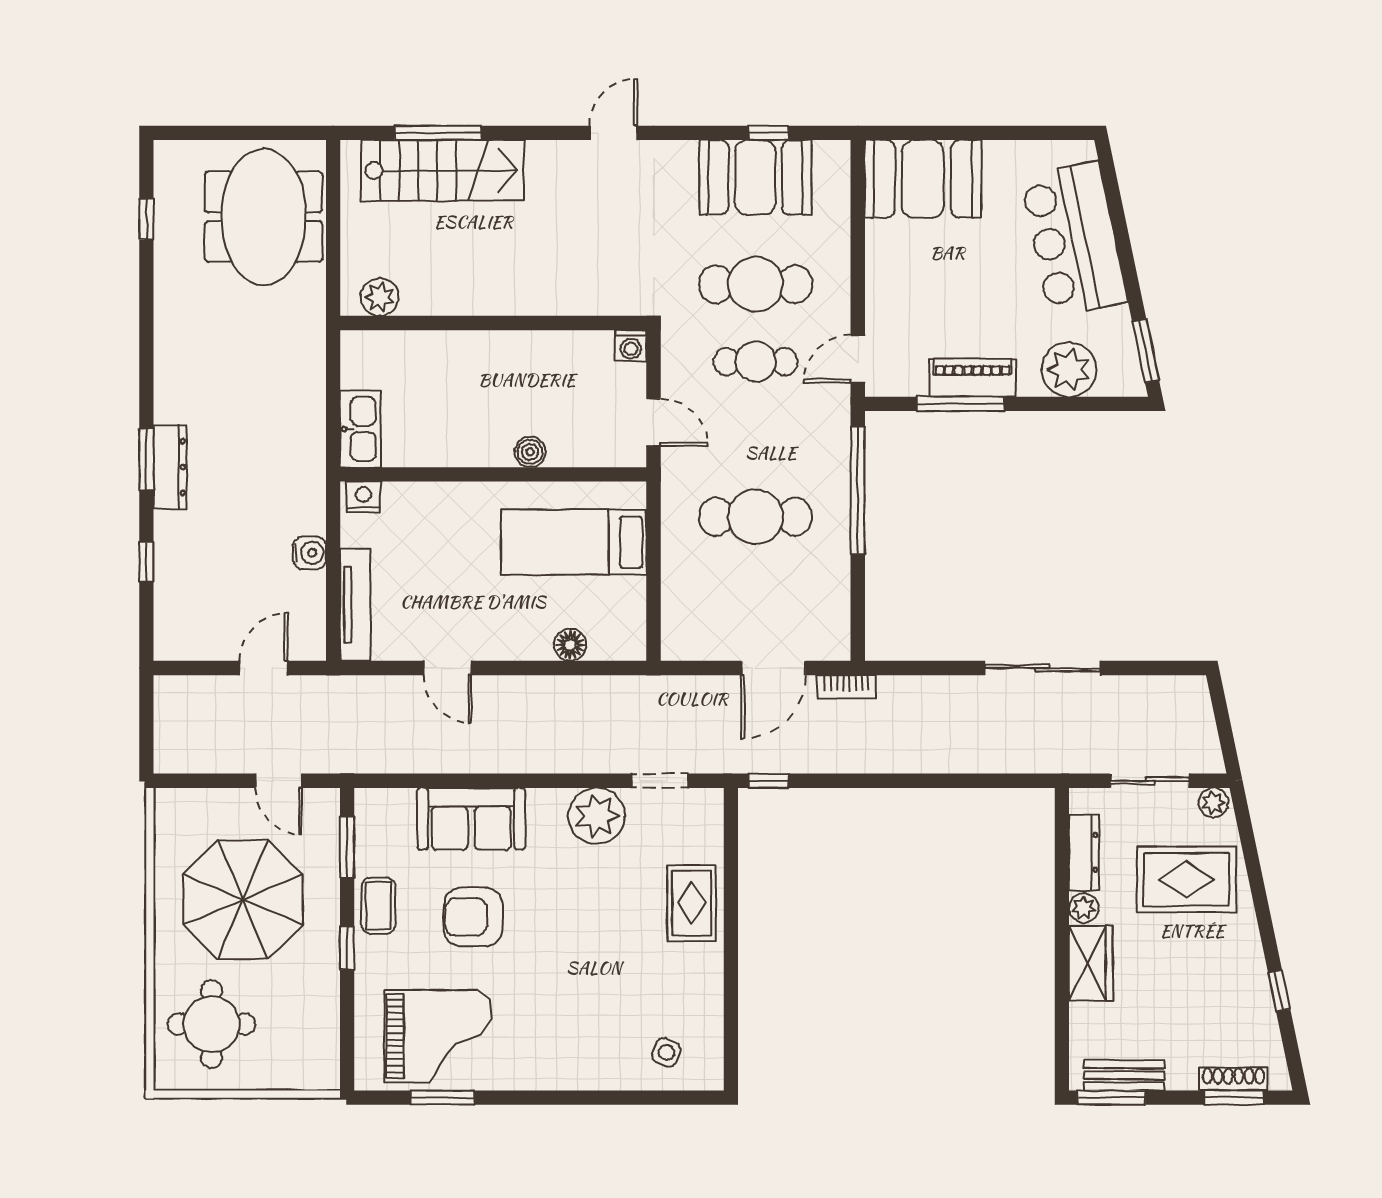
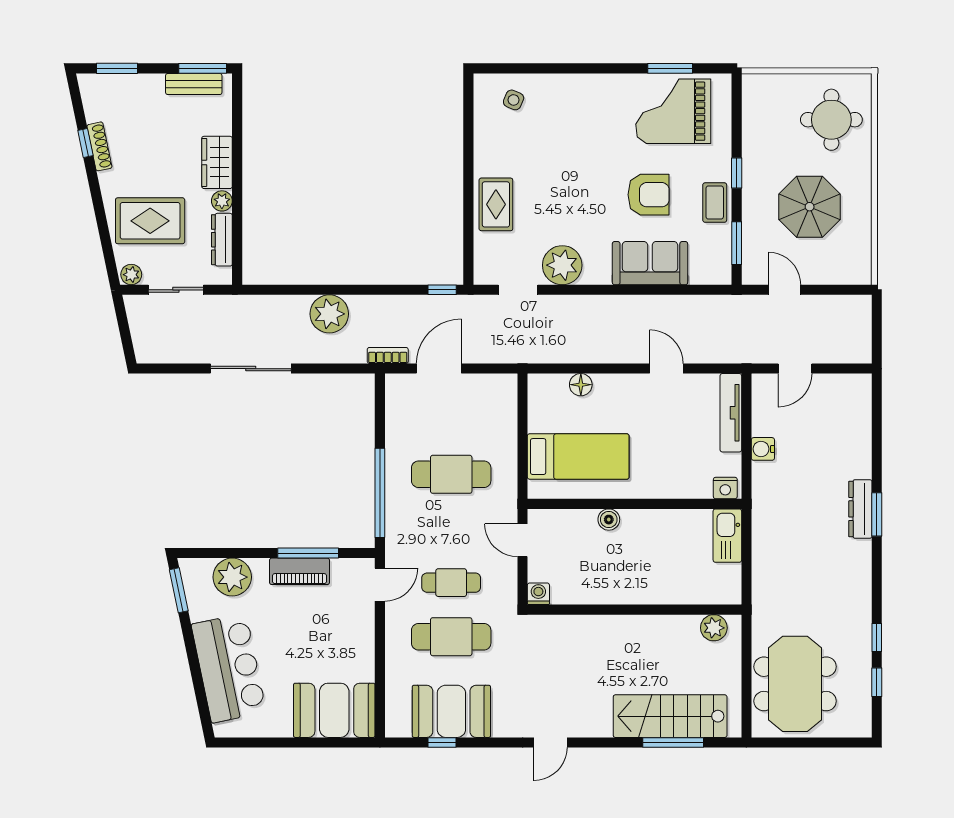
window: (146, 562) -> (877, 638), moved
plant: (930, 746) -> (329, 314), added
parasol: (243, 900) -> (810, 207), width x0.73, depth x0.73
shoe rack: (1233, 1079) -> (99, 146), moved, turned -102

